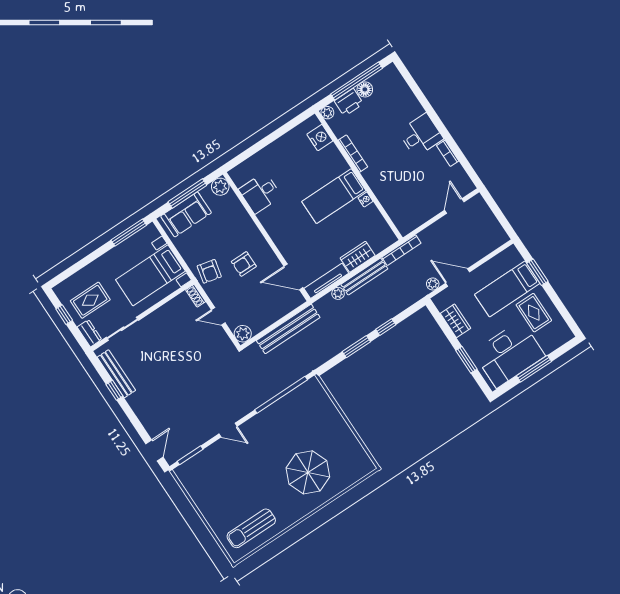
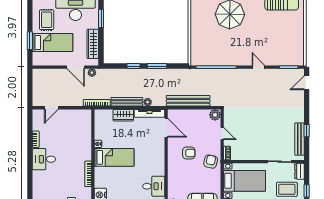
wardrobe: (455, 321) -> (93, 44), width x1.50

